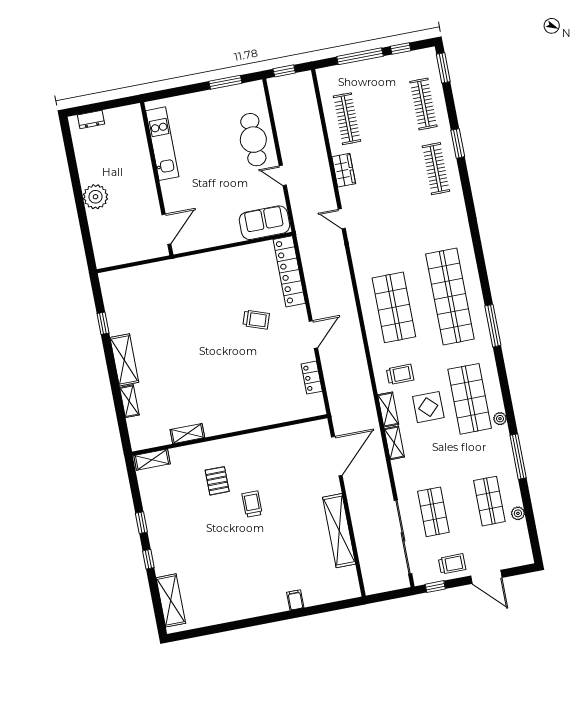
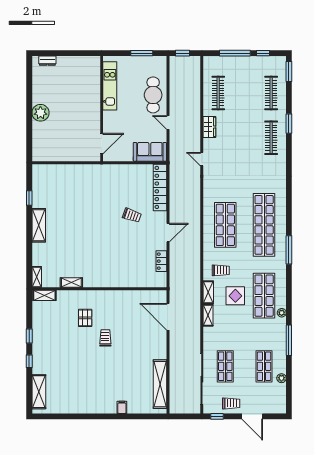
kitchen unit: (162, 144) -> (110, 86), moved
wall: (157, 179) -> (102, 109), moved
door: (166, 229) -> (102, 144), moved
shelving: (129, 401) -> (37, 277), moved
door: (337, 456) -> (168, 317), swing flipped
shelving: (339, 531) -> (160, 384), moved

